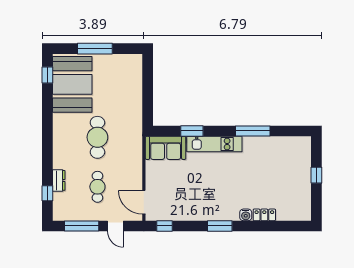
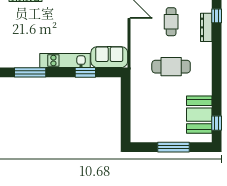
booth: (72, 84) -> (199, 115), width x0.73, depth x0.70
cafe table: (97, 137) -> (171, 67), turned 90
dresser: (59, 180) -> (206, 27), width x1.44

